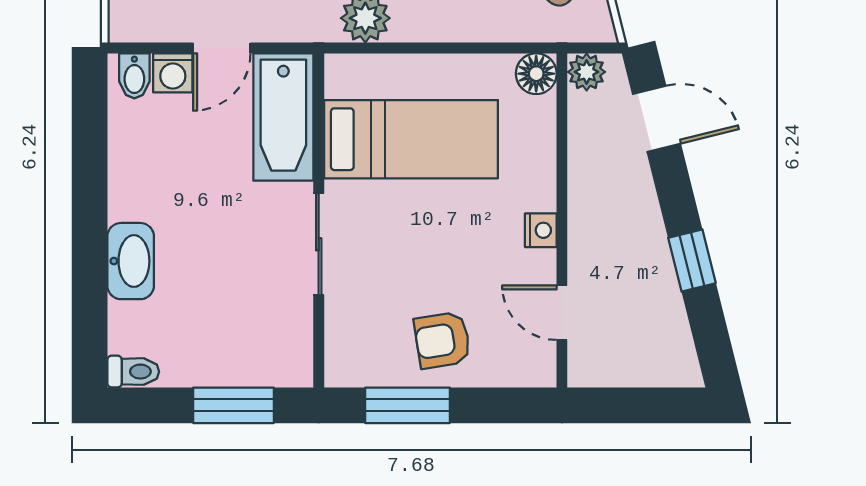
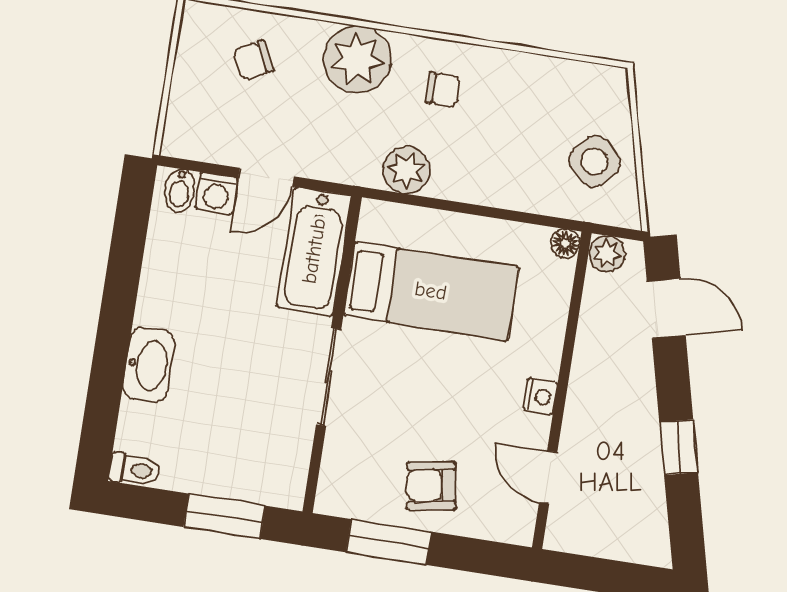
floor lamp: (536, 74) -> (565, 244), width x0.73, depth x0.73

